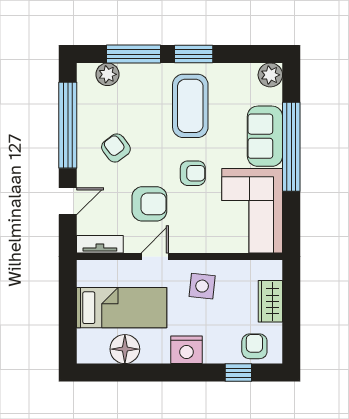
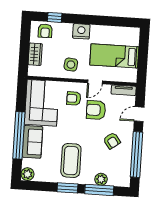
plant: (108, 74) -> (101, 179), moved
armchair: (193, 173) -> (74, 98), moved
floor lamp: (125, 349) -> (114, 34), removed

